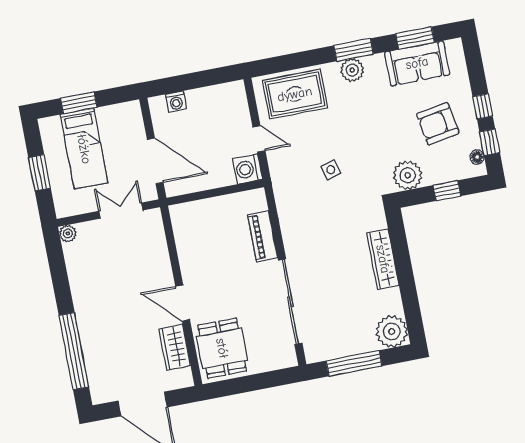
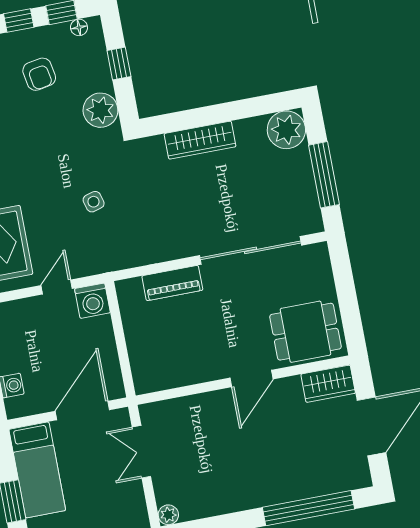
armchair: (438, 124) -> (39, 74), width x0.72, depth x0.72
bed: (84, 149) -> (37, 470), moved, turned 90
wardrobe: (175, 347) -> (328, 384), moved

